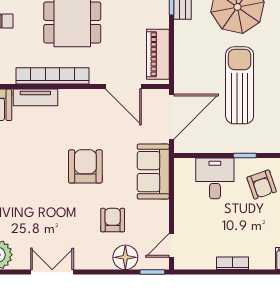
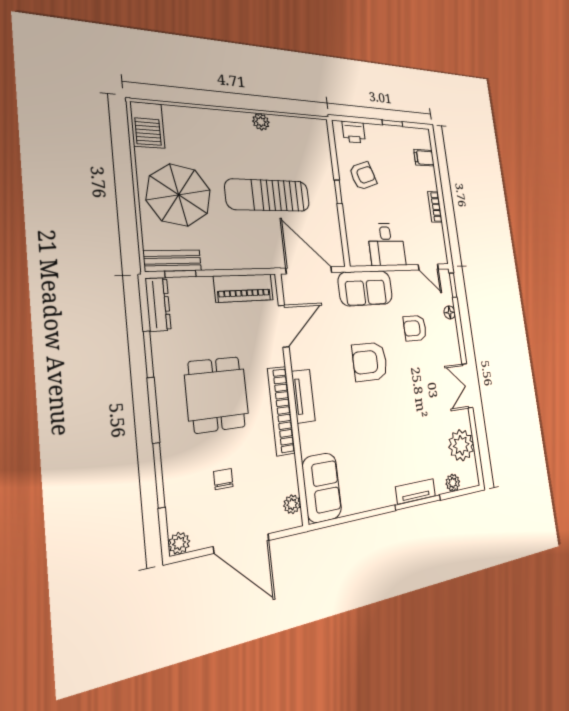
tv unit: (35, 97) -> (303, 396), moved
desk: (215, 178) -> (387, 244), moved, turned -90
floor lamp: (125, 257) -> (450, 312), width x0.53, depth x0.53

